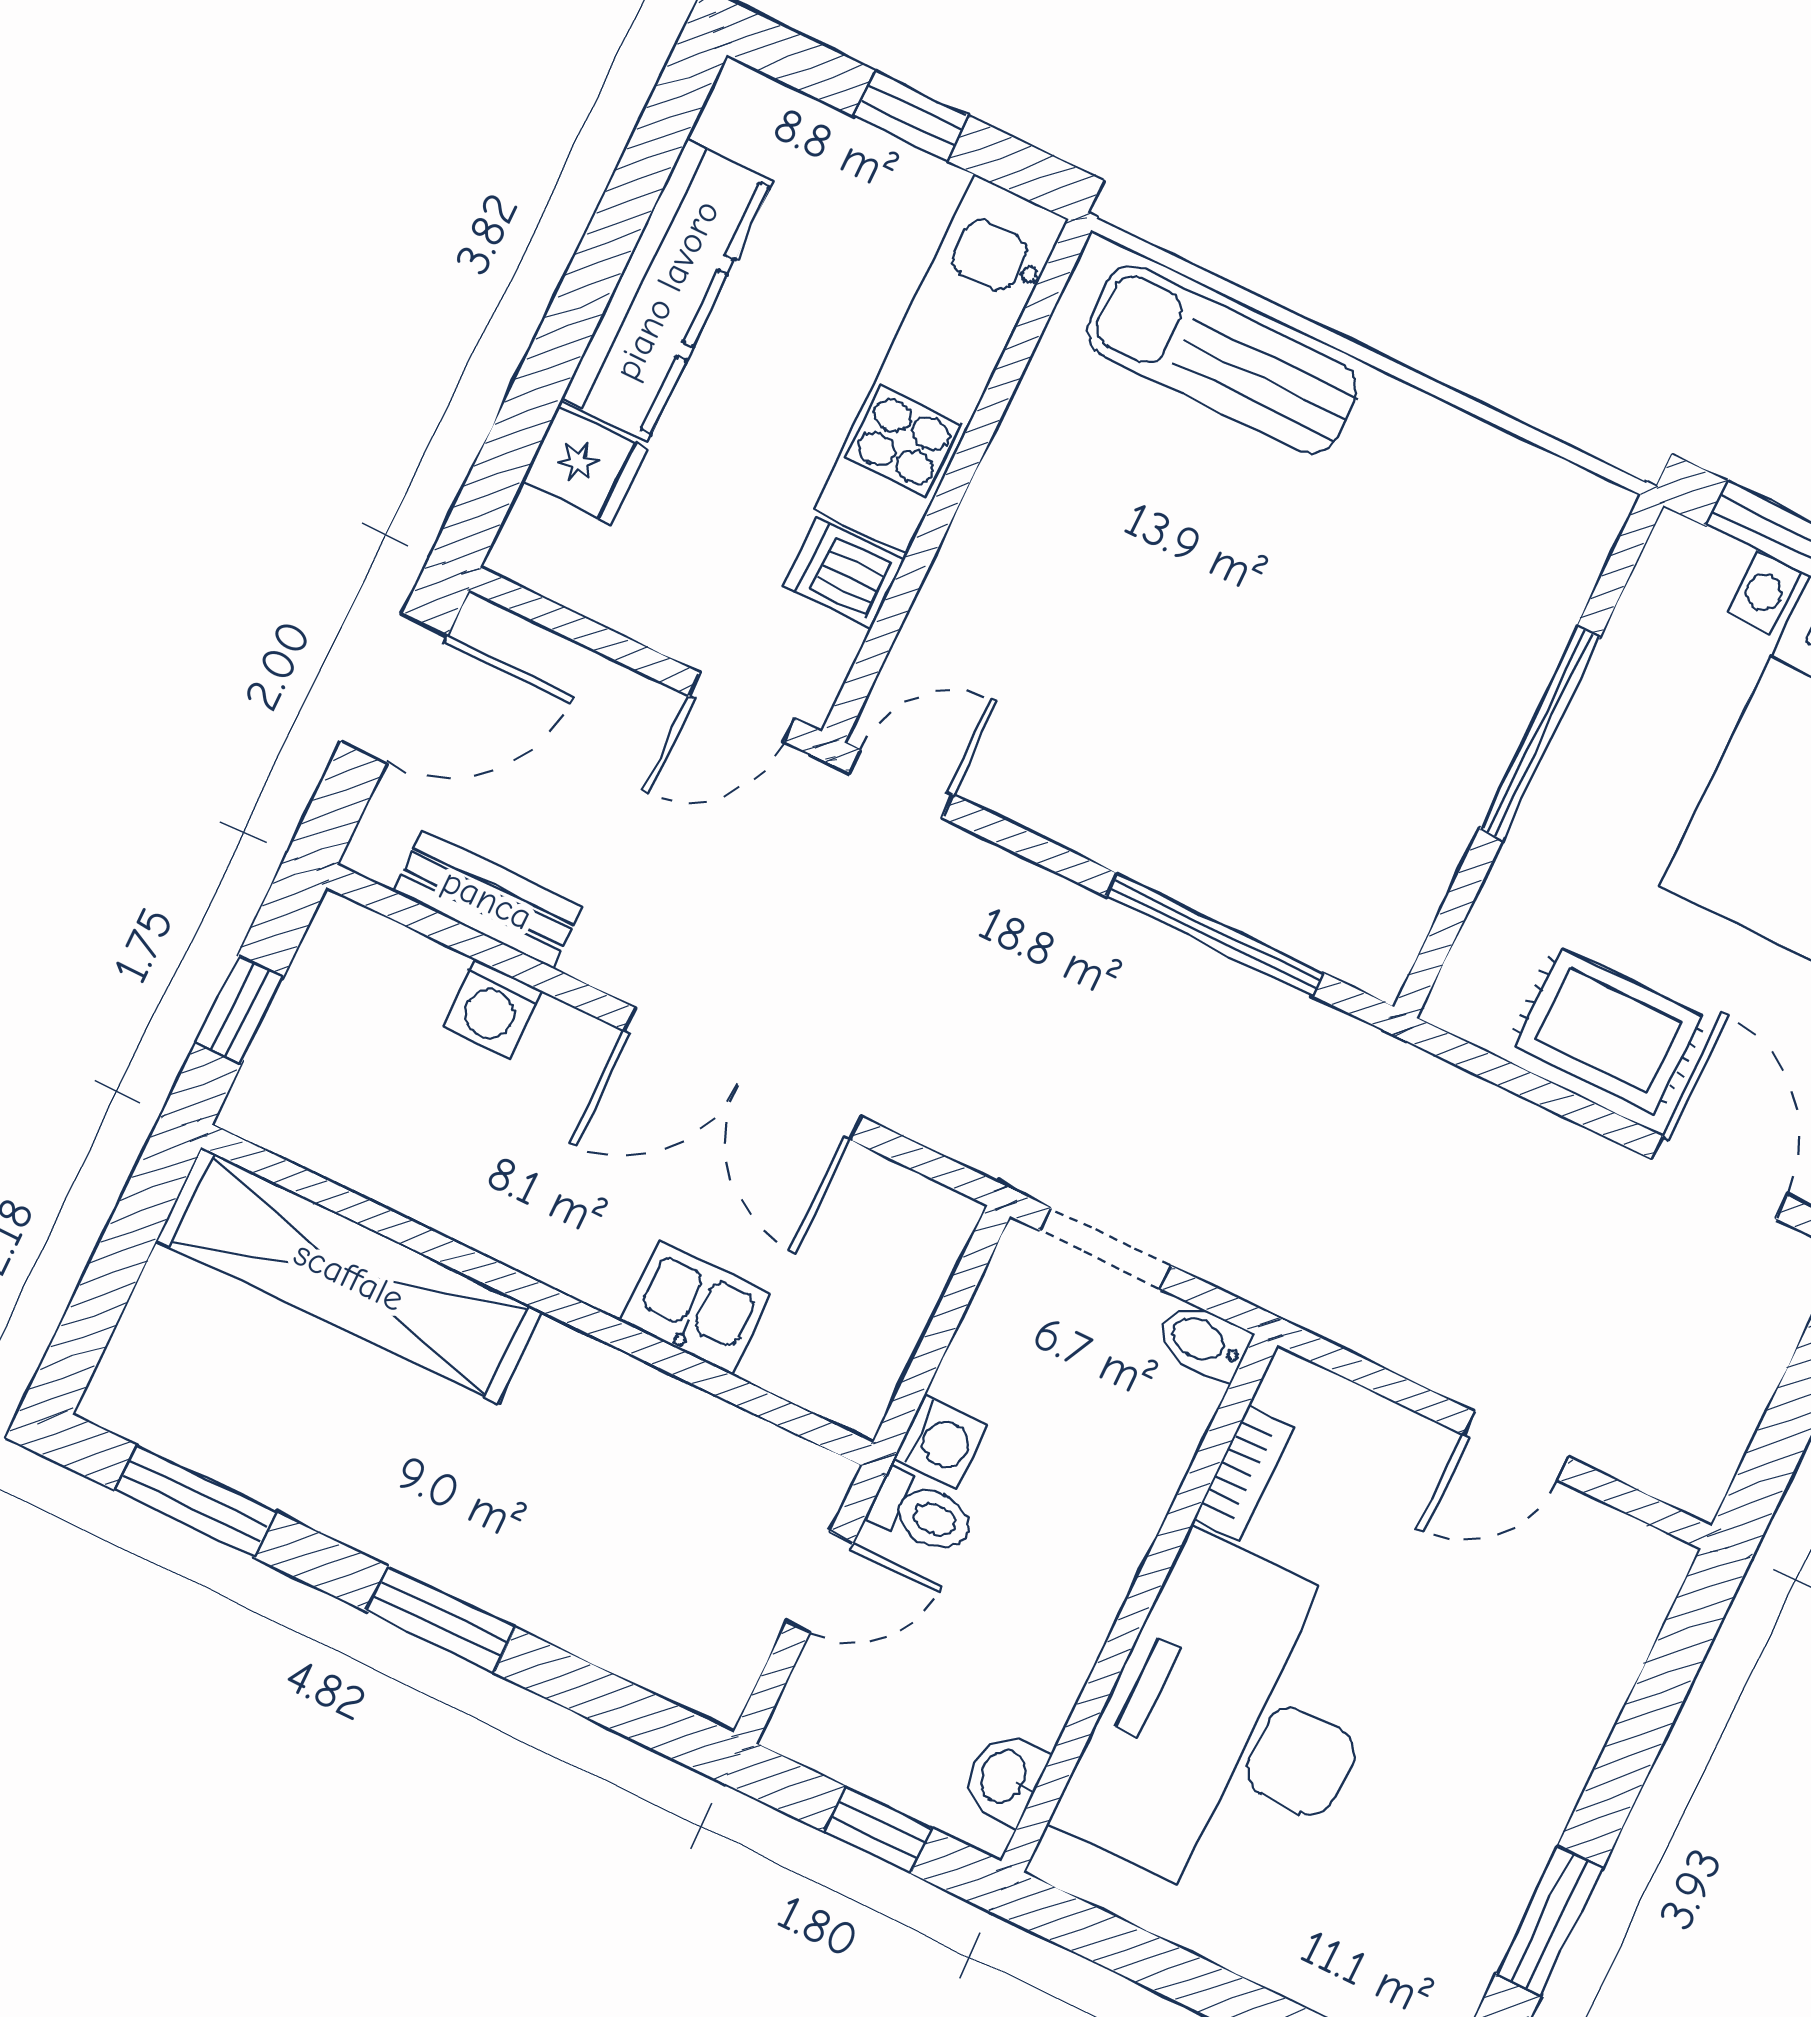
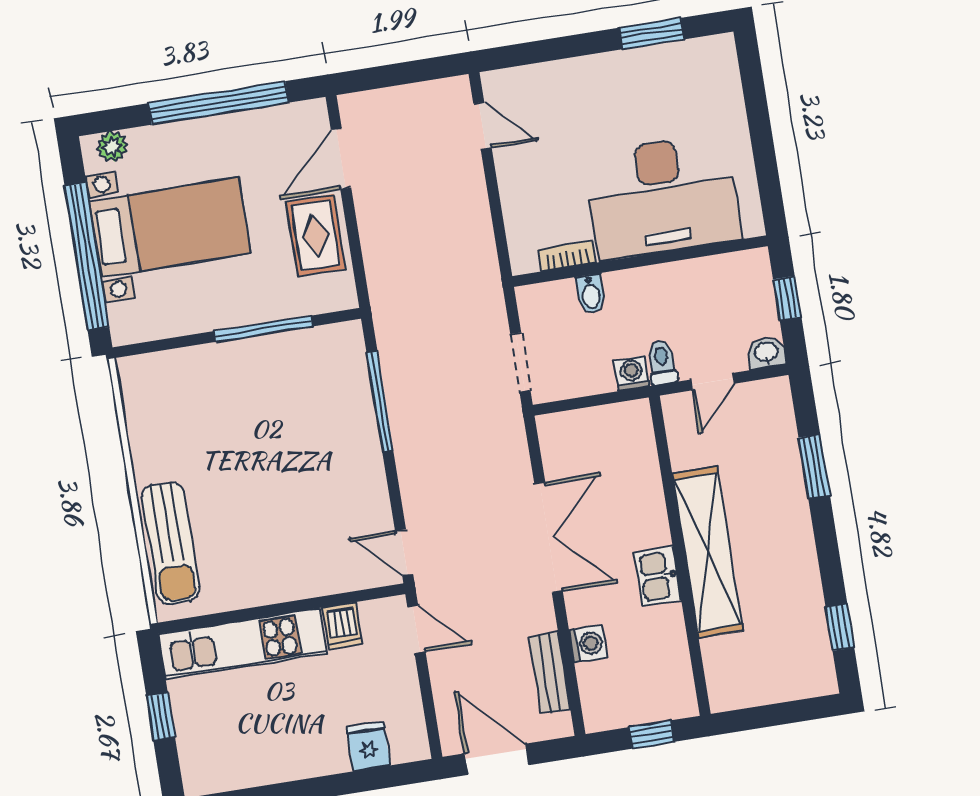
kitchen counter: (667, 290) -> (285, 761), removed
window: (1540, 733) -> (263, 329), moved
shelving: (349, 1276) -> (708, 552), moved
kitchen sink: (696, 1307) -> (657, 576), moved
bidet: (1204, 1342) -> (591, 294), moved
door: (1516, 1446) -> (483, 126), moved
window: (196, 1501) -> (840, 627), width x0.67
door: (820, 1582) -> (713, 382), swing flipped
window: (441, 1619) -> (814, 467), moved
washbasin: (1005, 1777) -> (767, 353), moved, turned 180

